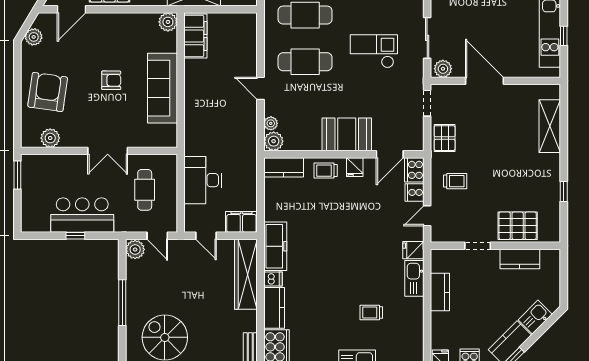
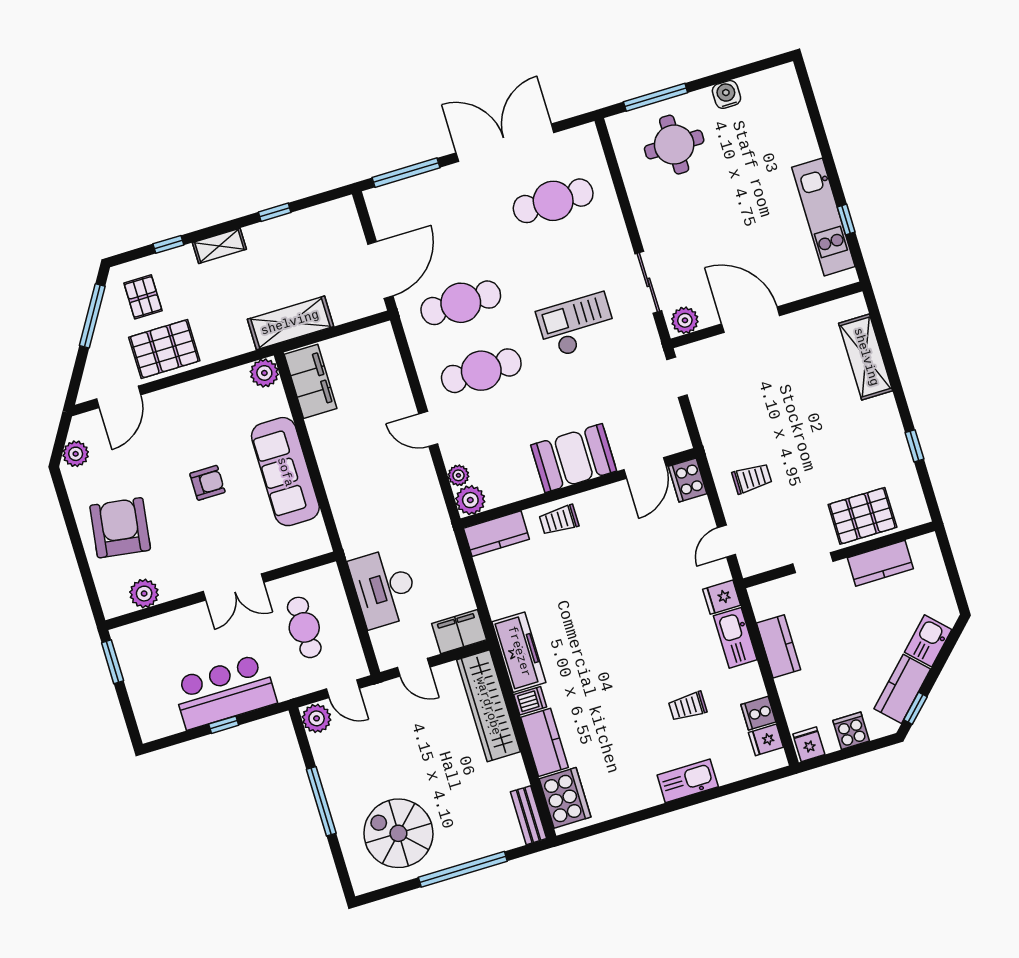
pallet: (445, 138) -> (718, 420), removed
fridge: (355, 167) -> (766, 740), moved, turned 90
cooker: (414, 192) -> (758, 713), moved

